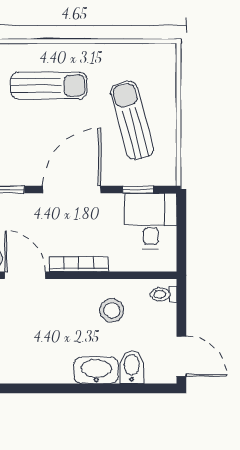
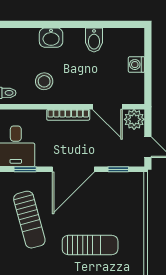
sun lounger: (49, 85) -> (90, 245), turned 180
bidet: (132, 367) -> (94, 40), moved
washbasin: (96, 370) -> (51, 38), width x0.72

